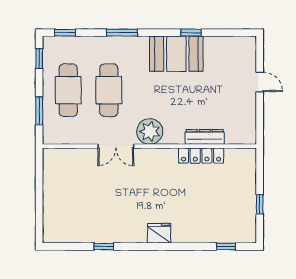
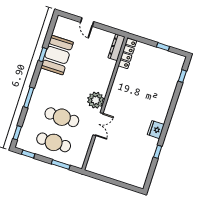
booth: (176, 54) -> (57, 55), moved
door: (260, 82) -> (87, 22), swing flipped
dresser: (205, 137) -> (117, 47), moved
locker: (201, 156) -> (127, 53), moved
fridge: (159, 233) -> (156, 130), moved

